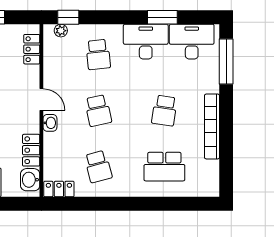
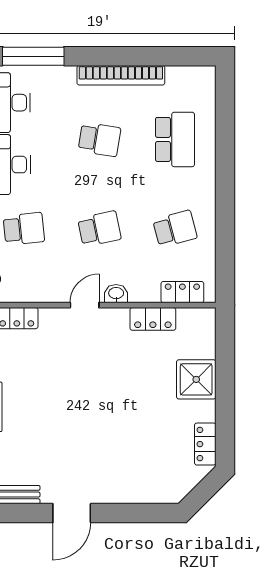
washbasin: (30, 180) -> (193, 320), removed
locker: (59, 189) -> (182, 292), moved, turned 90

